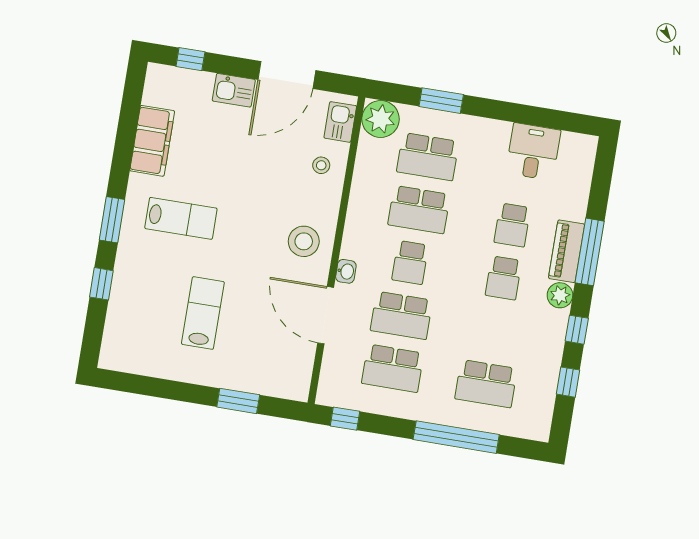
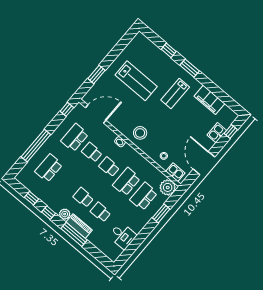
kitchen sink: (234, 90) -> (217, 133), moved
lab bench: (203, 313) -> (136, 81), width x1.36, depth x1.39
door: (326, 315) -> (96, 114), moved
school desk: (401, 315) -> (92, 152), width x0.54

